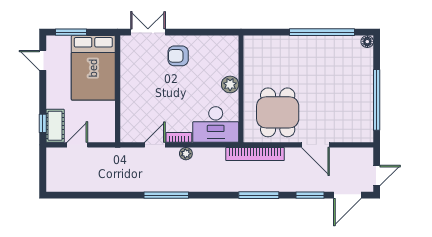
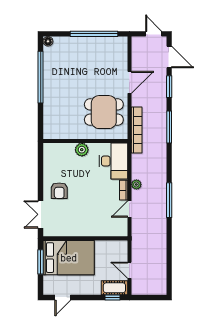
window: (71, 32) -> (41, 262), moved
door: (155, 145) -> (129, 209), hinge flipped

